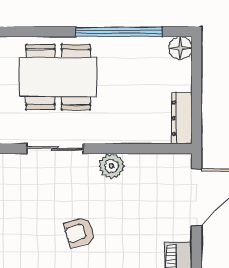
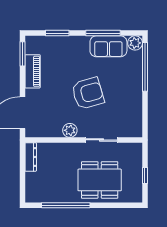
floor lamp: (180, 48) -> (31, 196), removed
armchair: (79, 232) -> (88, 93), width x1.88, depth x1.88

